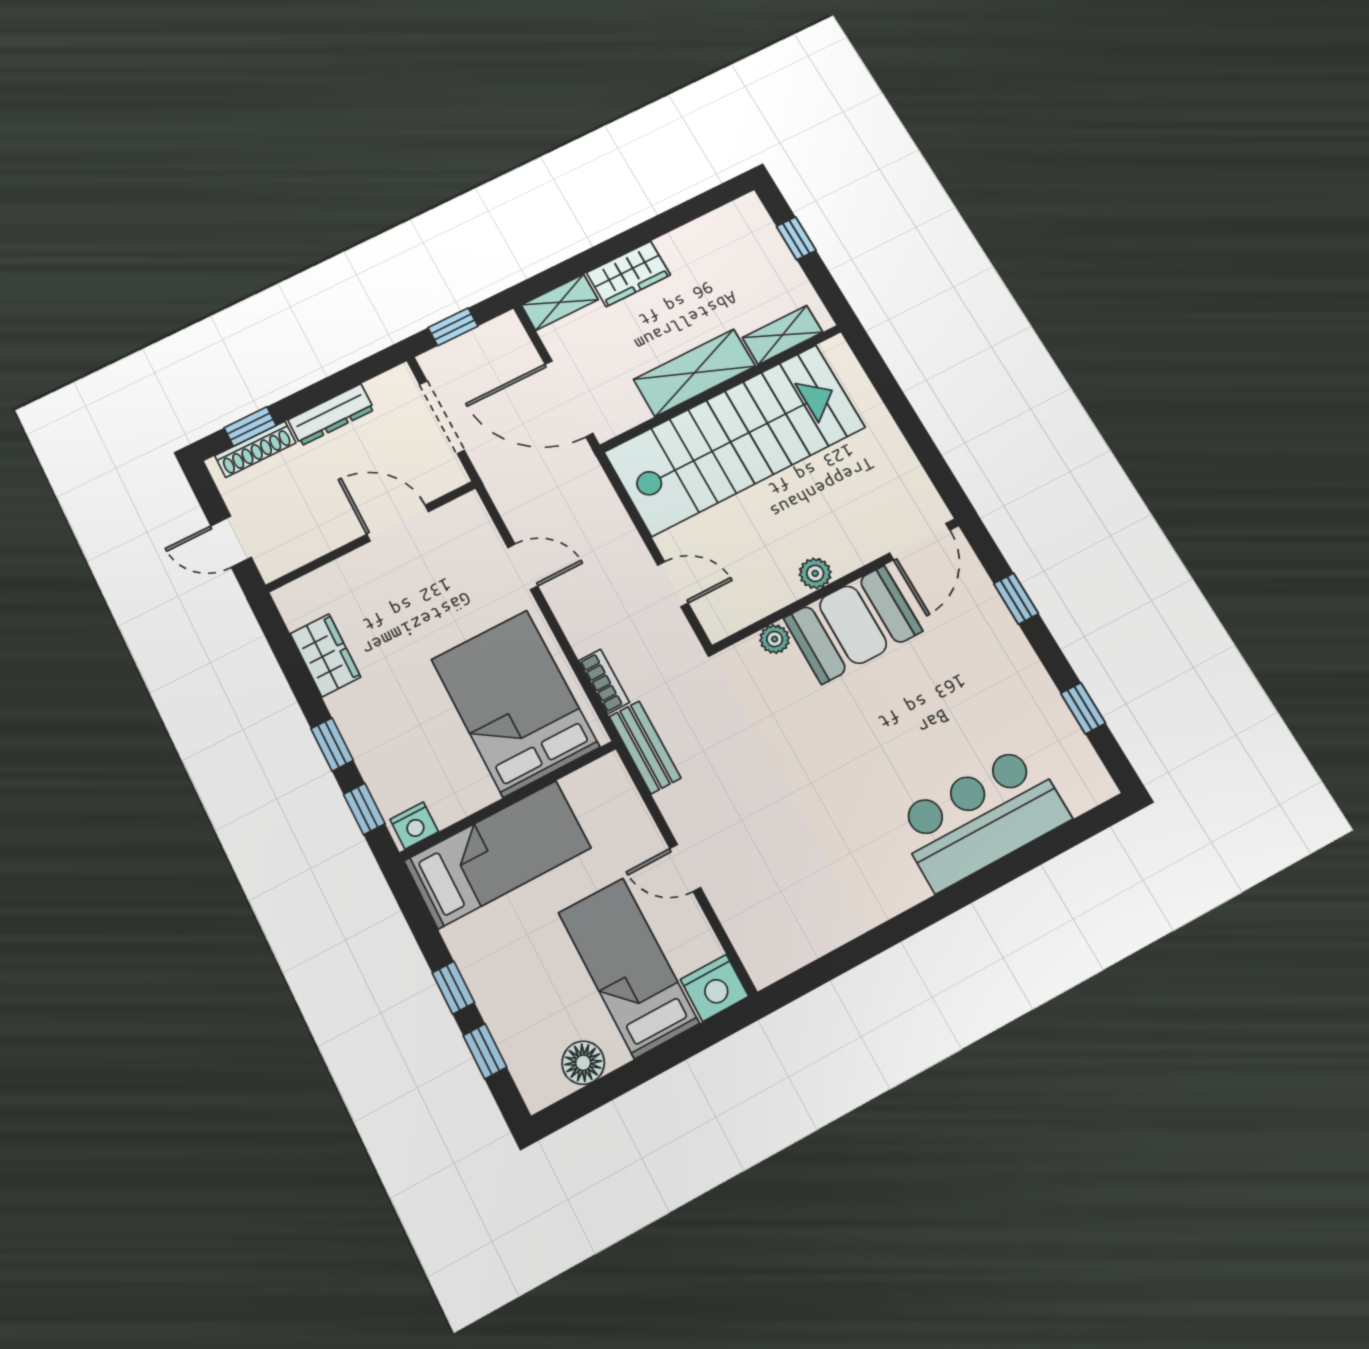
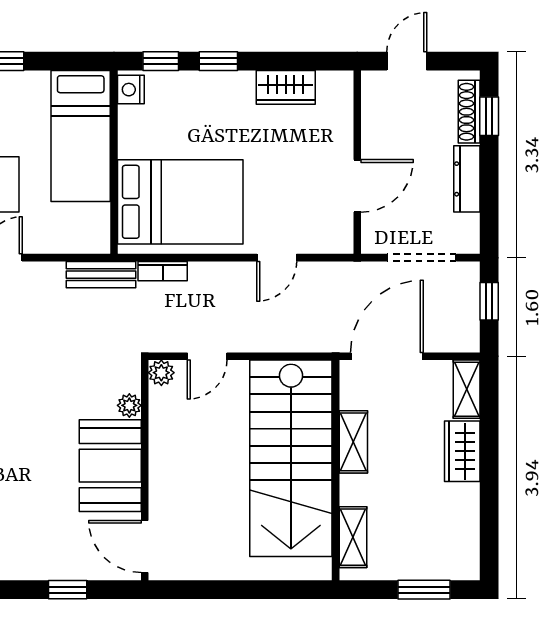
window: (796, 238) -> (424, 590), width x1.50
shelving: (694, 373) -> (353, 442), width x0.67, depth x0.75
plant: (815, 573) -> (161, 373), moved

